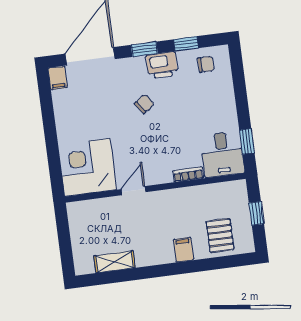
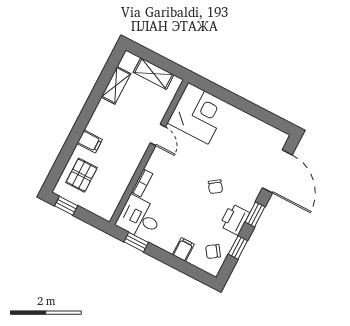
chair: (206, 64) -> (213, 251), turned 55
filing cabinet: (58, 78) -> (183, 249), moved, turned 90
window: (256, 213) -> (66, 206), moved
shelving: (79, 234) -> (154, 74), added
pallet: (220, 236) -> (82, 175), turned 90

